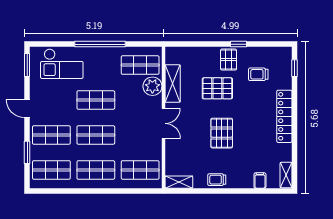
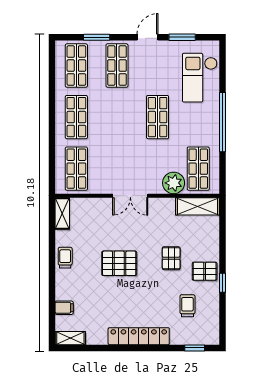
window: (27, 65) -> (182, 37), moved
shelving: (173, 83) -> (198, 206), moved
pallet: (217, 88) -> (171, 258), width x0.67, depth x0.71
shop shelf: (96, 135) -> (117, 117), removed

